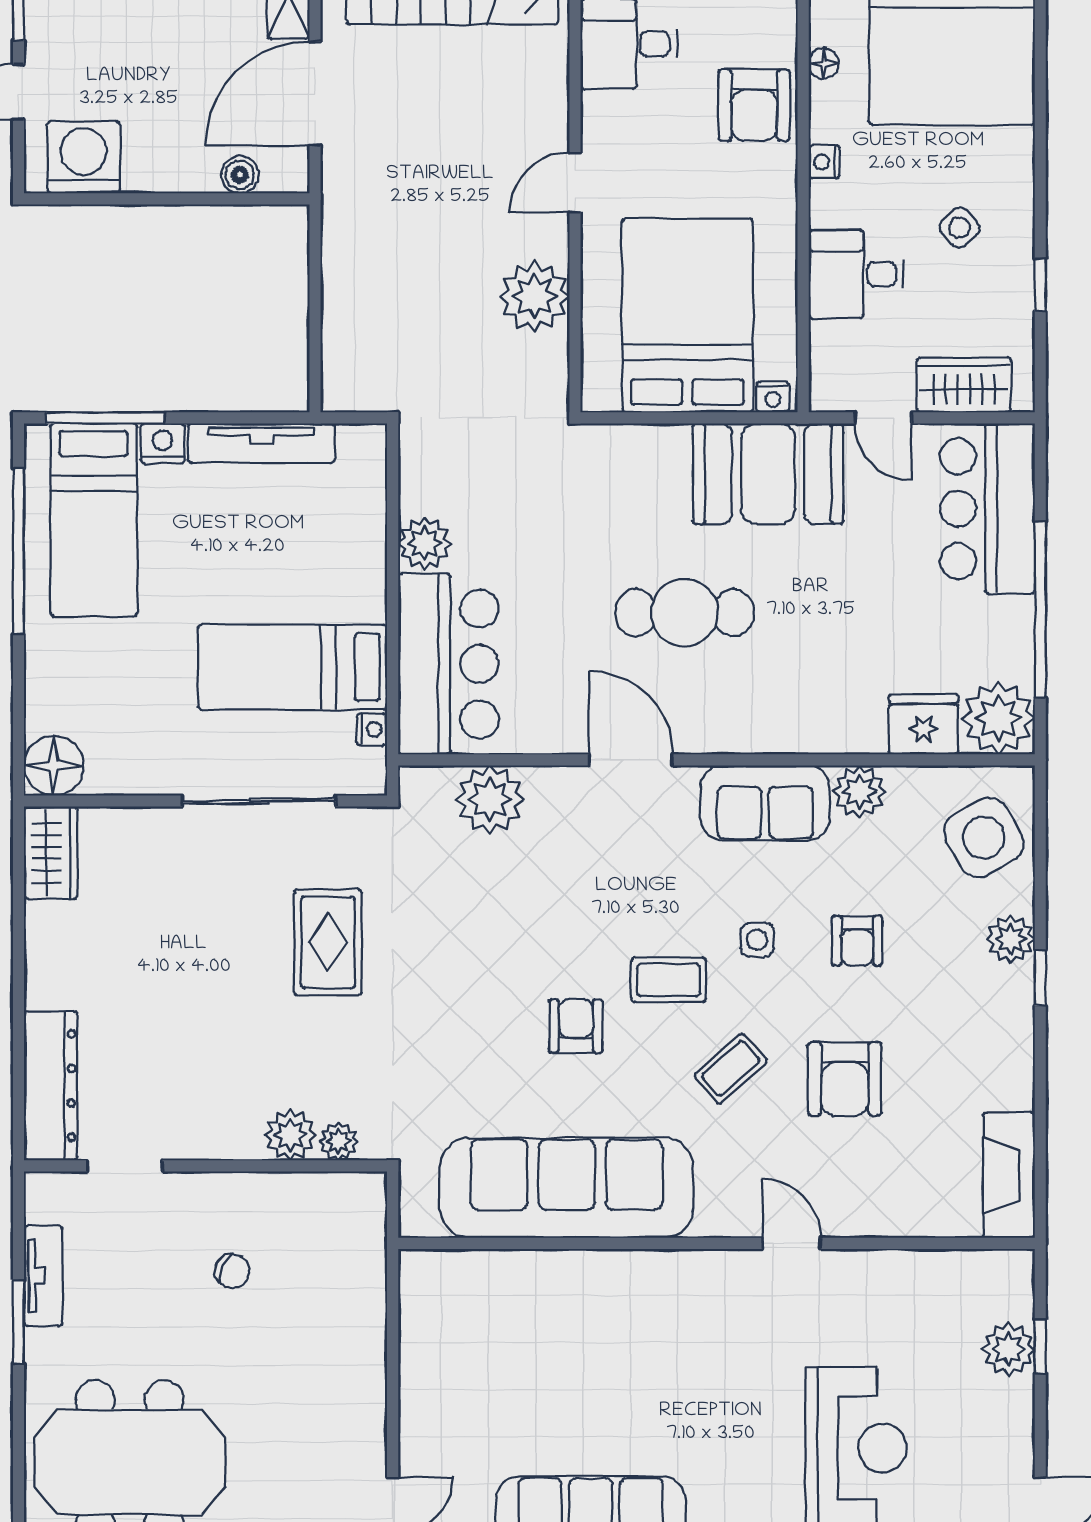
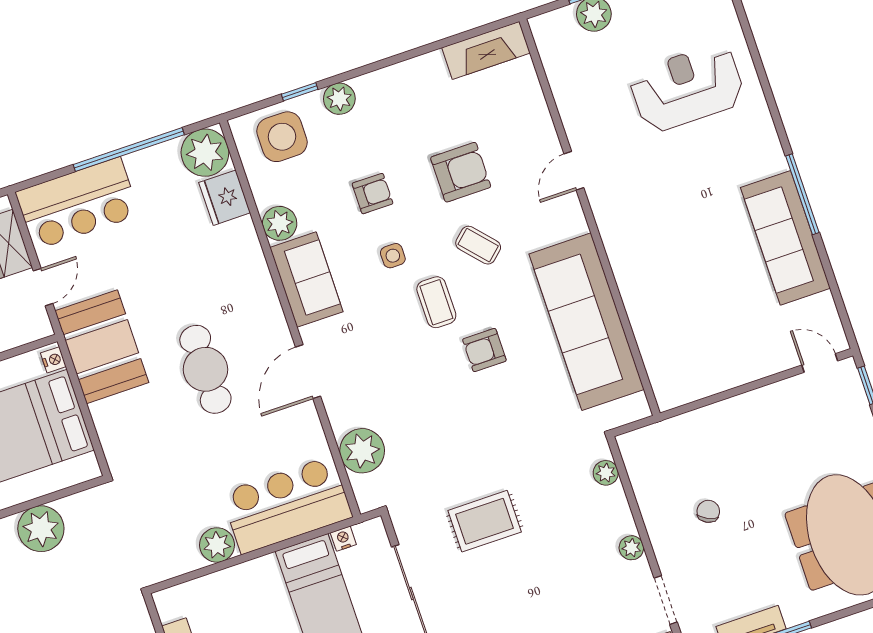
side table: (984, 838) -> (282, 137), turned 30
window: (1040, 978) -> (300, 92), moved
plant: (290, 1135) -> (631, 548), moved, width x0.73, depth x0.73

